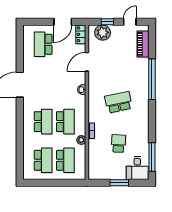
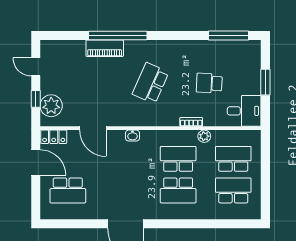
piano: (143, 44) -> (105, 48), moved
school desk: (118, 102) -> (151, 83), turned 36
school desk: (43, 122) -> (178, 190), turned 180
desk: (137, 168) -> (244, 111), moved

